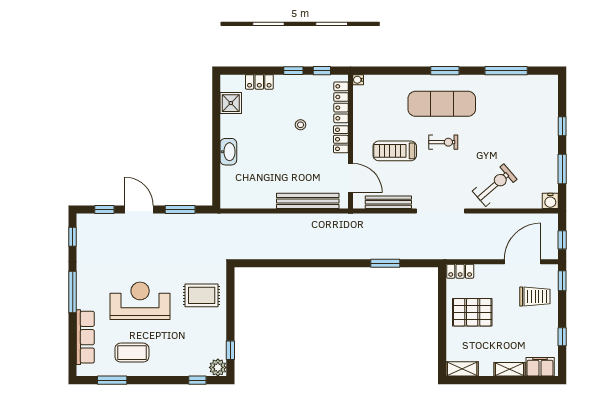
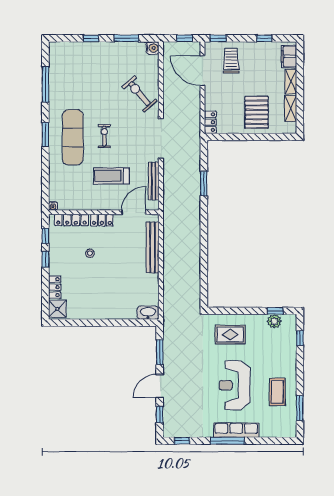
shower: (231, 103) -> (57, 309), moved
treadmill: (395, 151) -> (111, 176), turned 90
washbasin: (228, 152) -> (148, 313), moved
rug: (202, 295) -> (230, 335), turned 90
pallet: (472, 312) -> (257, 112), moved
row of seats: (85, 337) -> (236, 430), moved
plant: (218, 367) -> (274, 321), moved
shelving: (462, 369) -> (291, 108), moved

